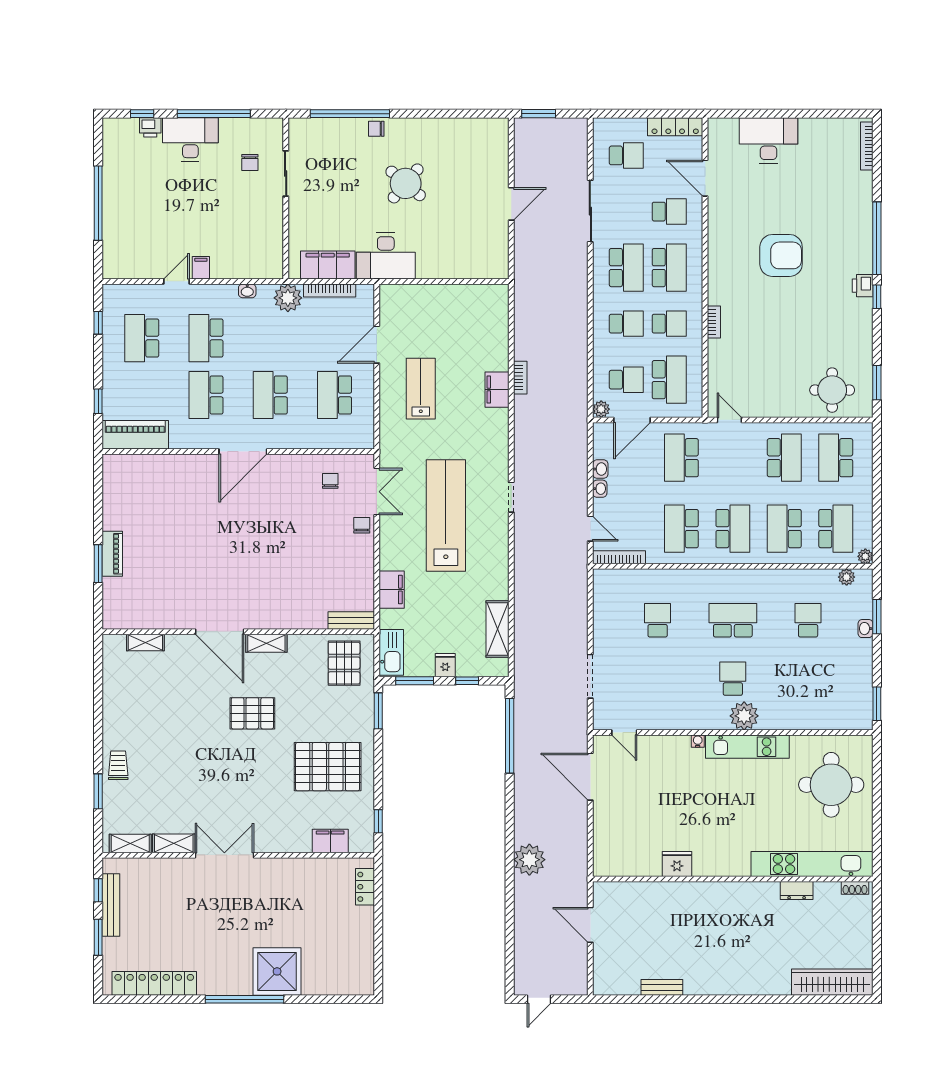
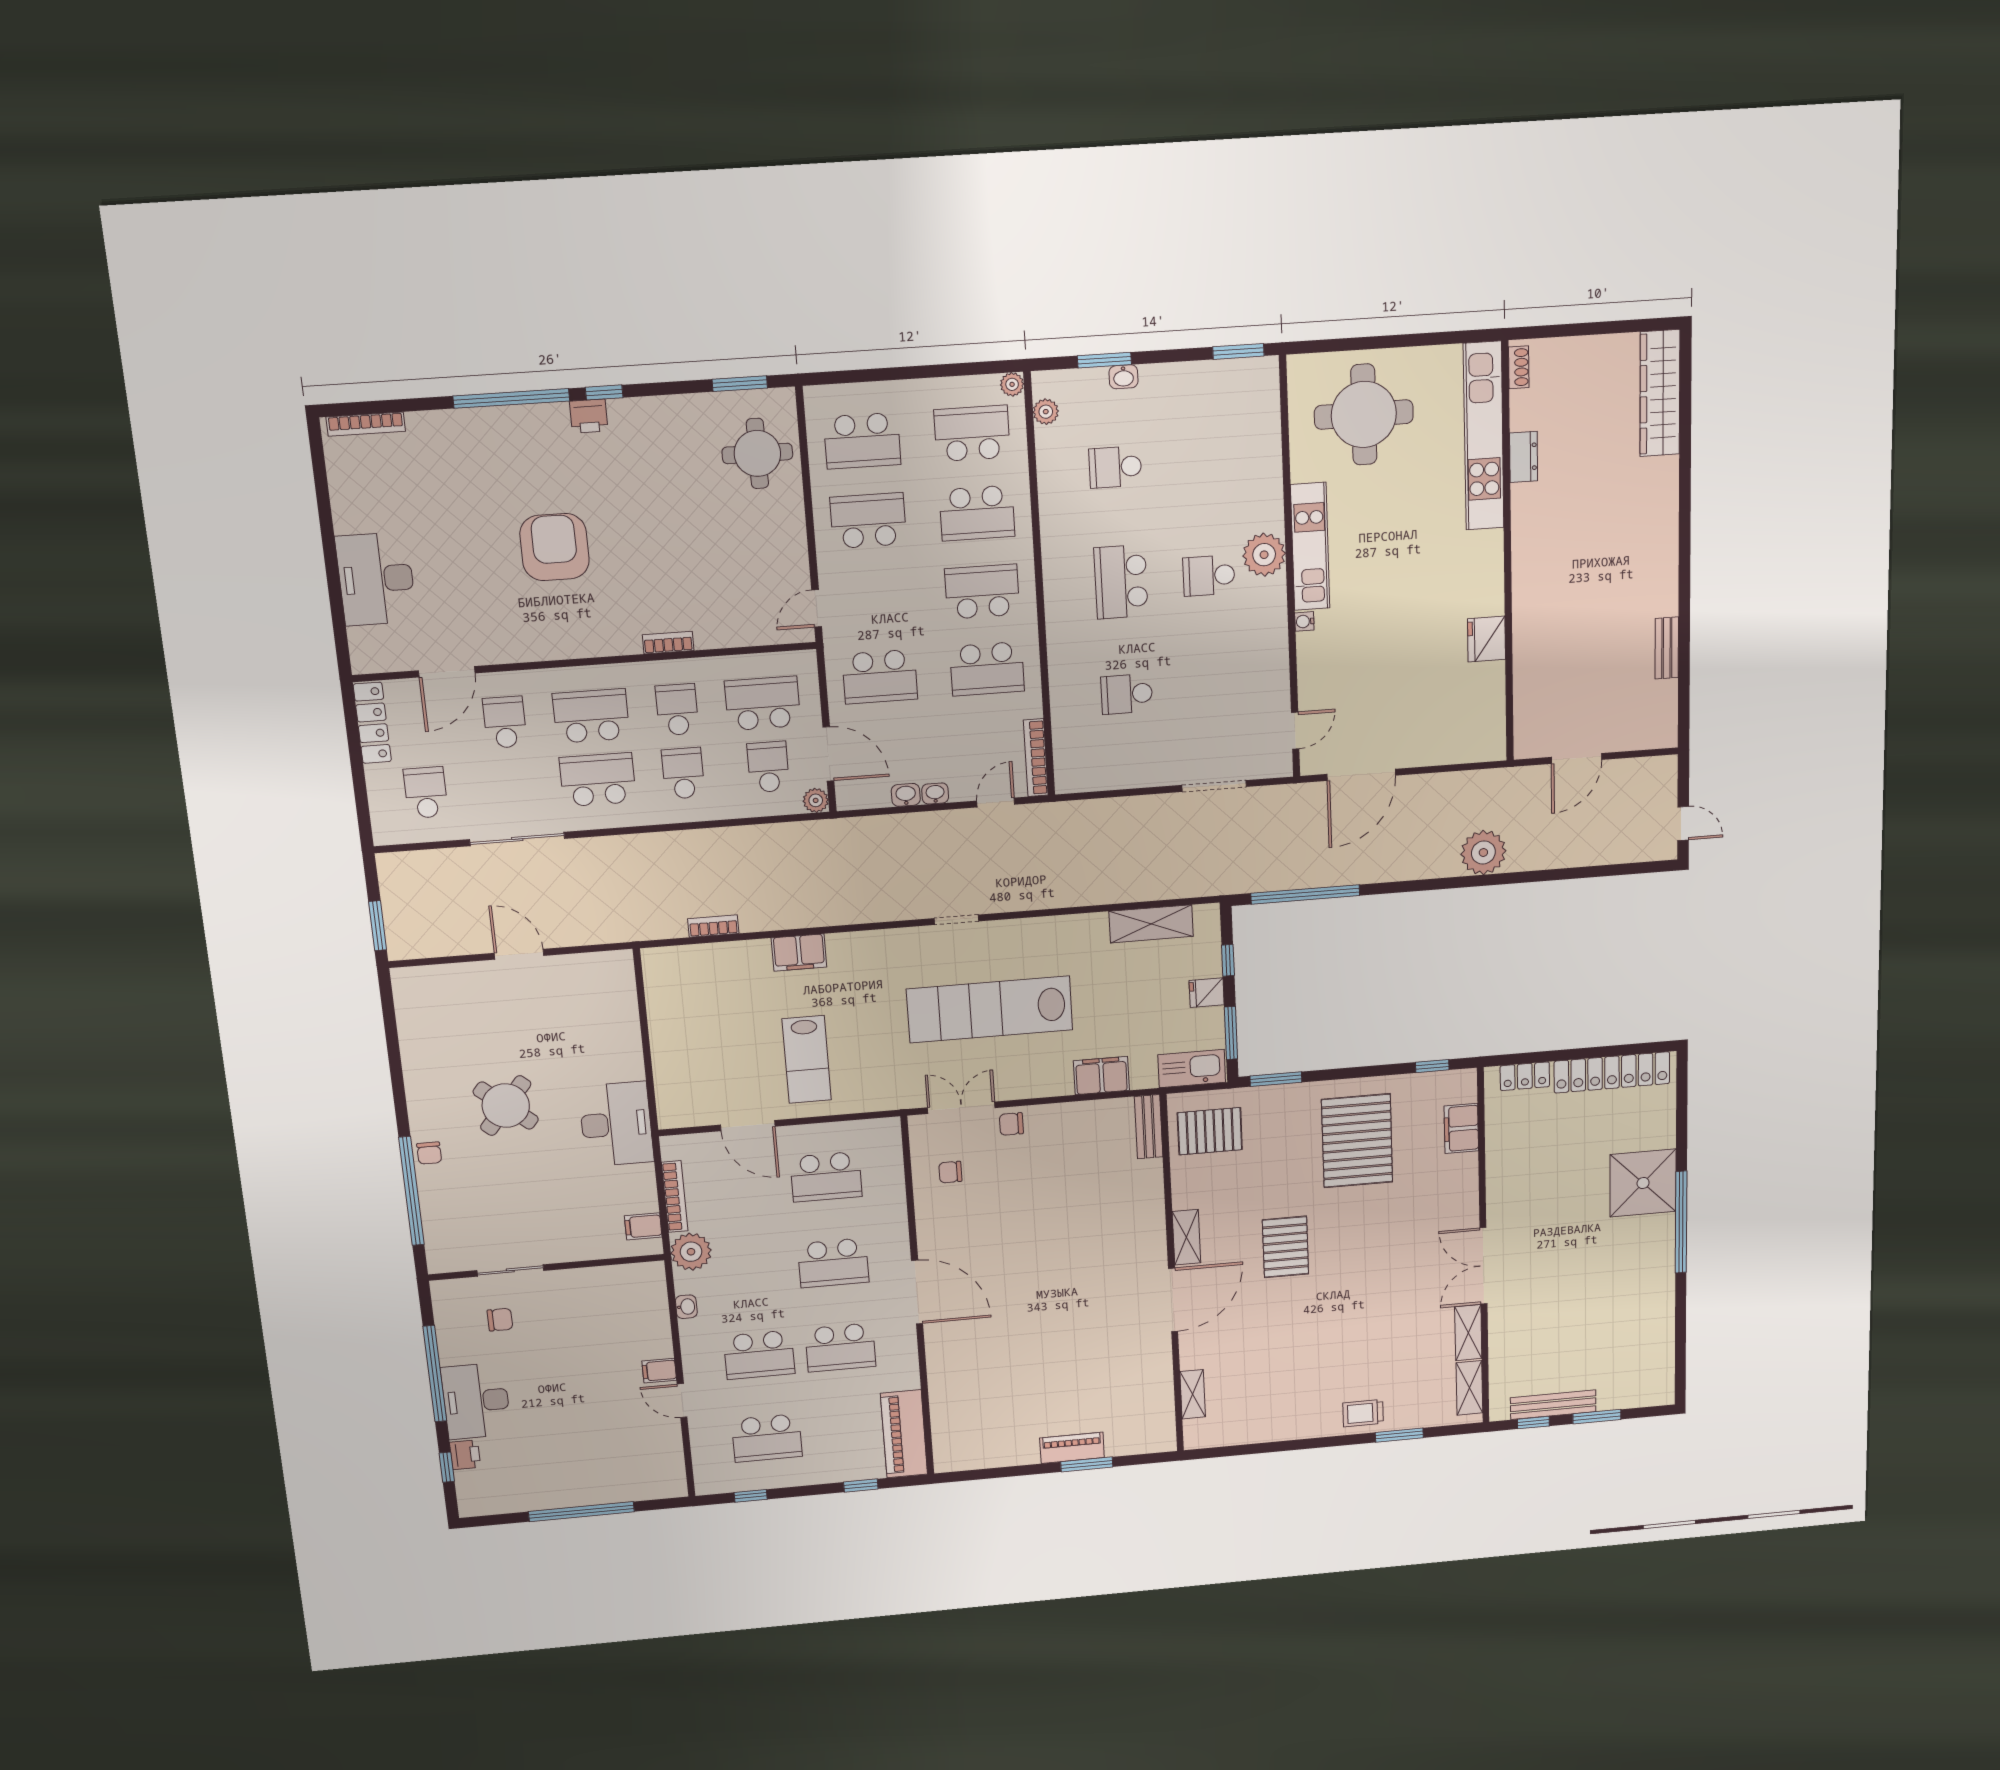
filing cabinet: (328, 265) -> (643, 1226), width x0.33, depth x0.86
bookcase: (520, 378) -> (713, 926), moved
lab bench: (421, 389) -> (807, 1059), turned -90
locker: (154, 983) -> (1612, 1072), moved, turned -90

